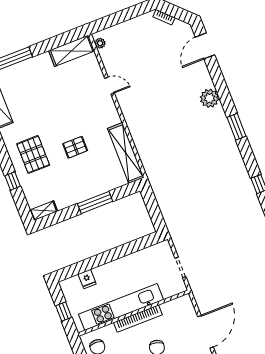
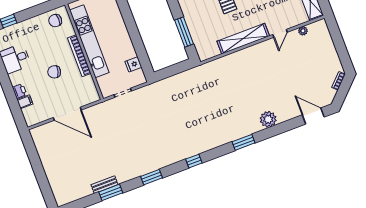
plant: (100, 43) -> (303, 31), moved
shelving: (126, 153) -> (243, 39), moved
window: (95, 203) -> (184, 32), moved
fridge: (87, 279) -> (133, 64), moved

